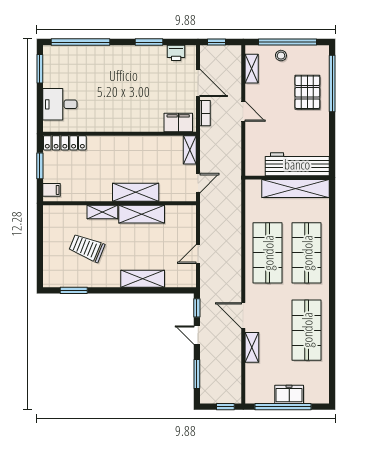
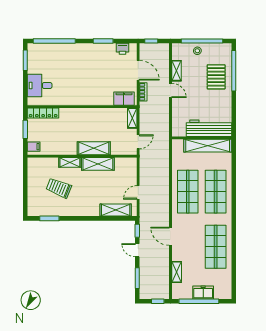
shelving: (252, 69) -> (176, 71), moved
shelving: (143, 279) -> (116, 210), moved
shelving: (252, 347) -> (177, 272), moved

